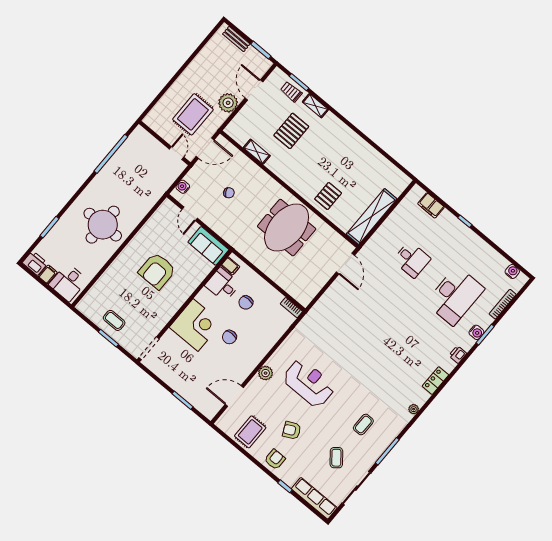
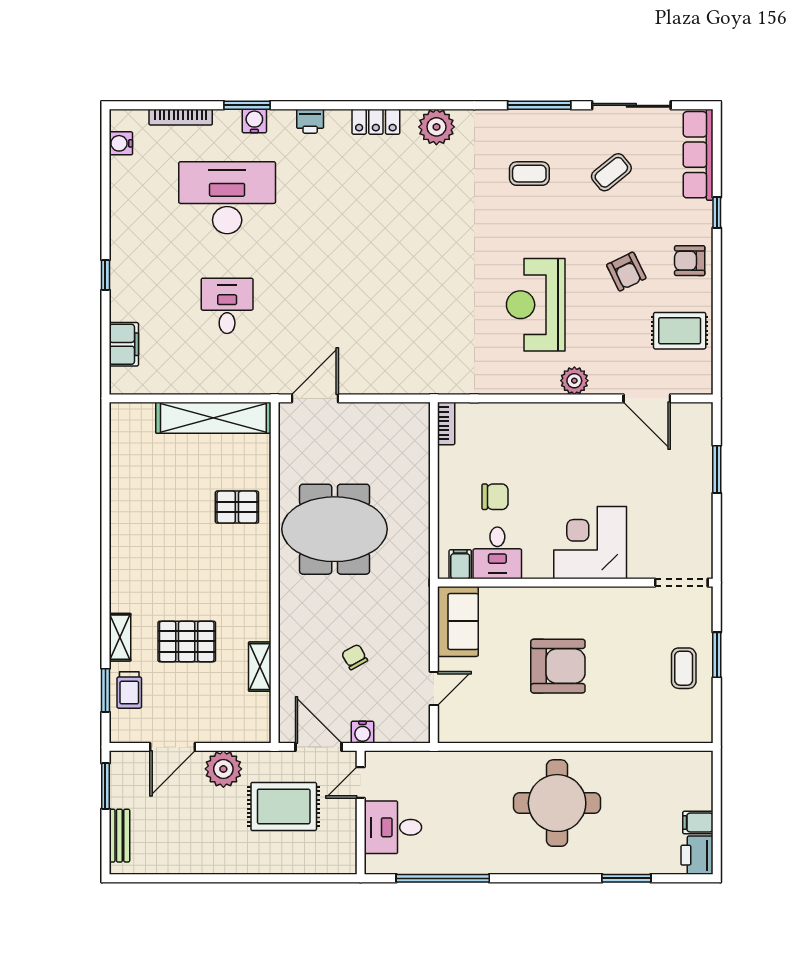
water cooler: (183, 187) -> (362, 732), moved
desk: (68, 282) -> (393, 827), moved, turned 180
chair: (229, 337) -> (566, 478), removed
plant: (414, 409) -> (436, 127), width x1.87, depth x1.87

